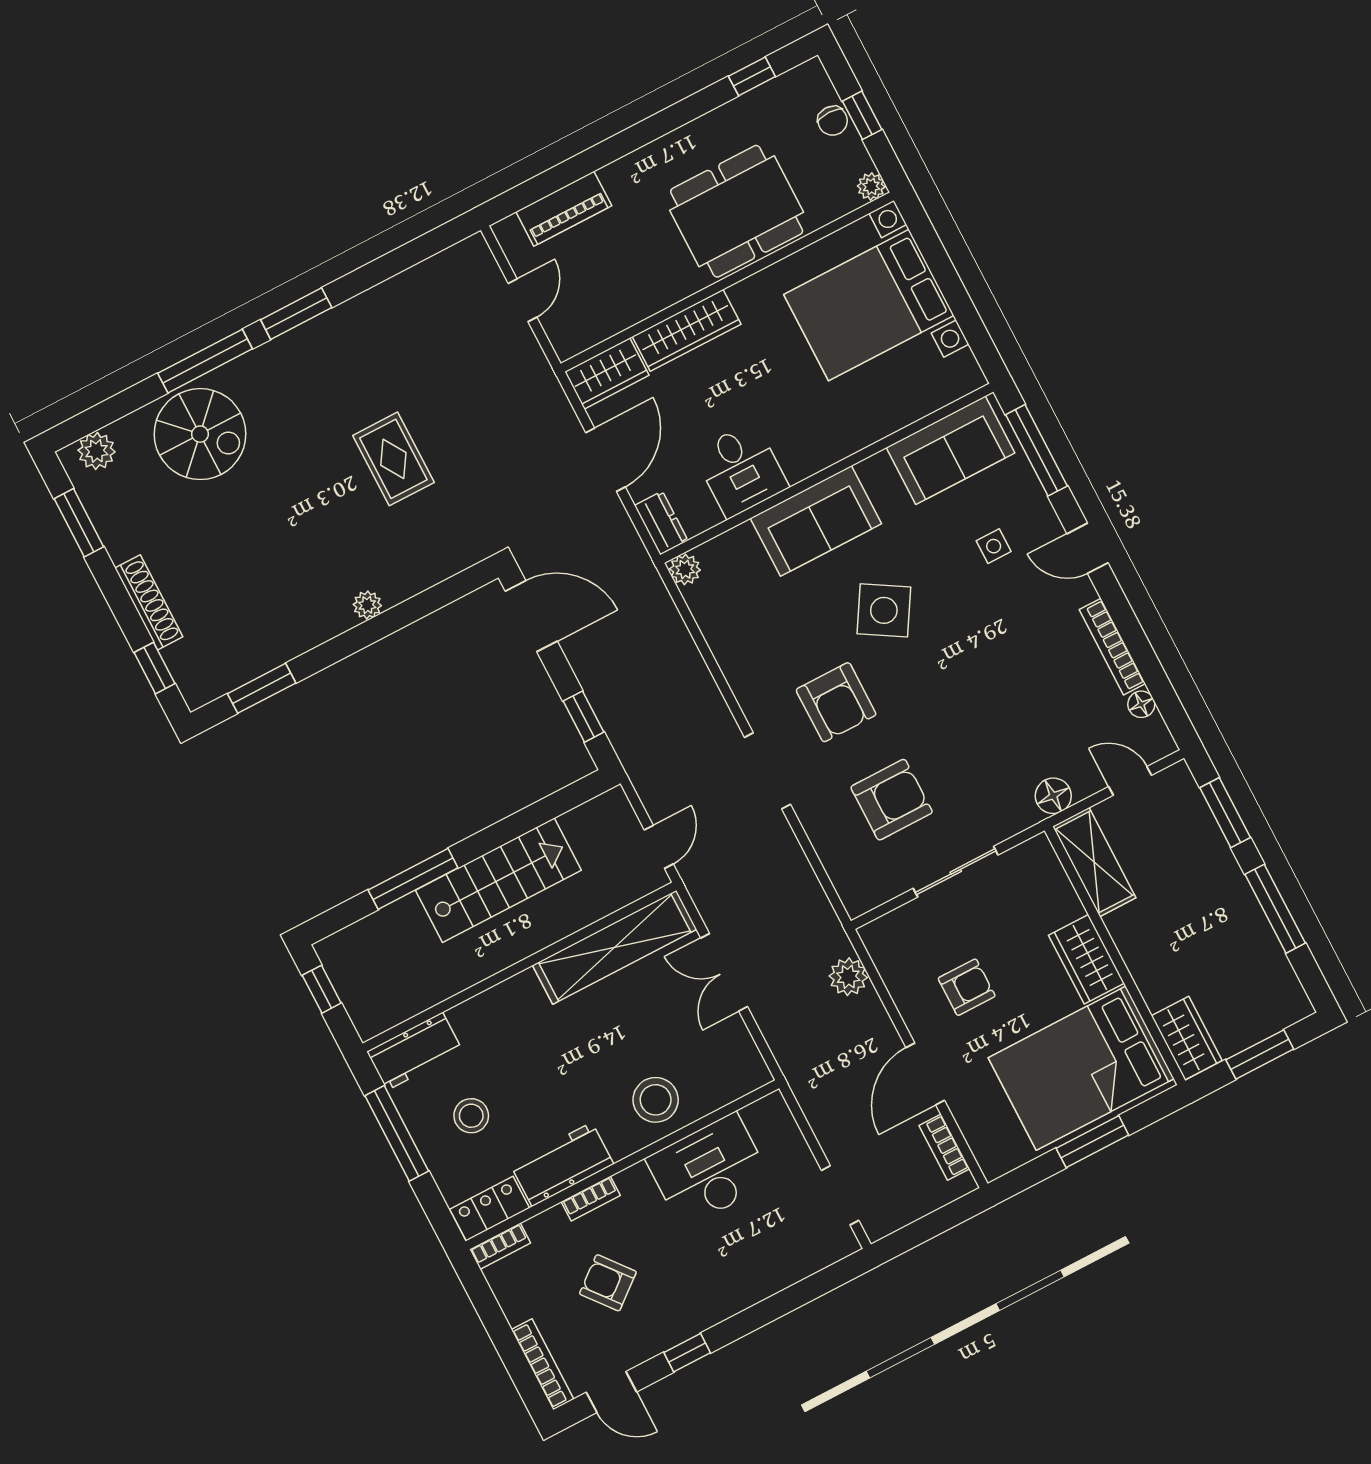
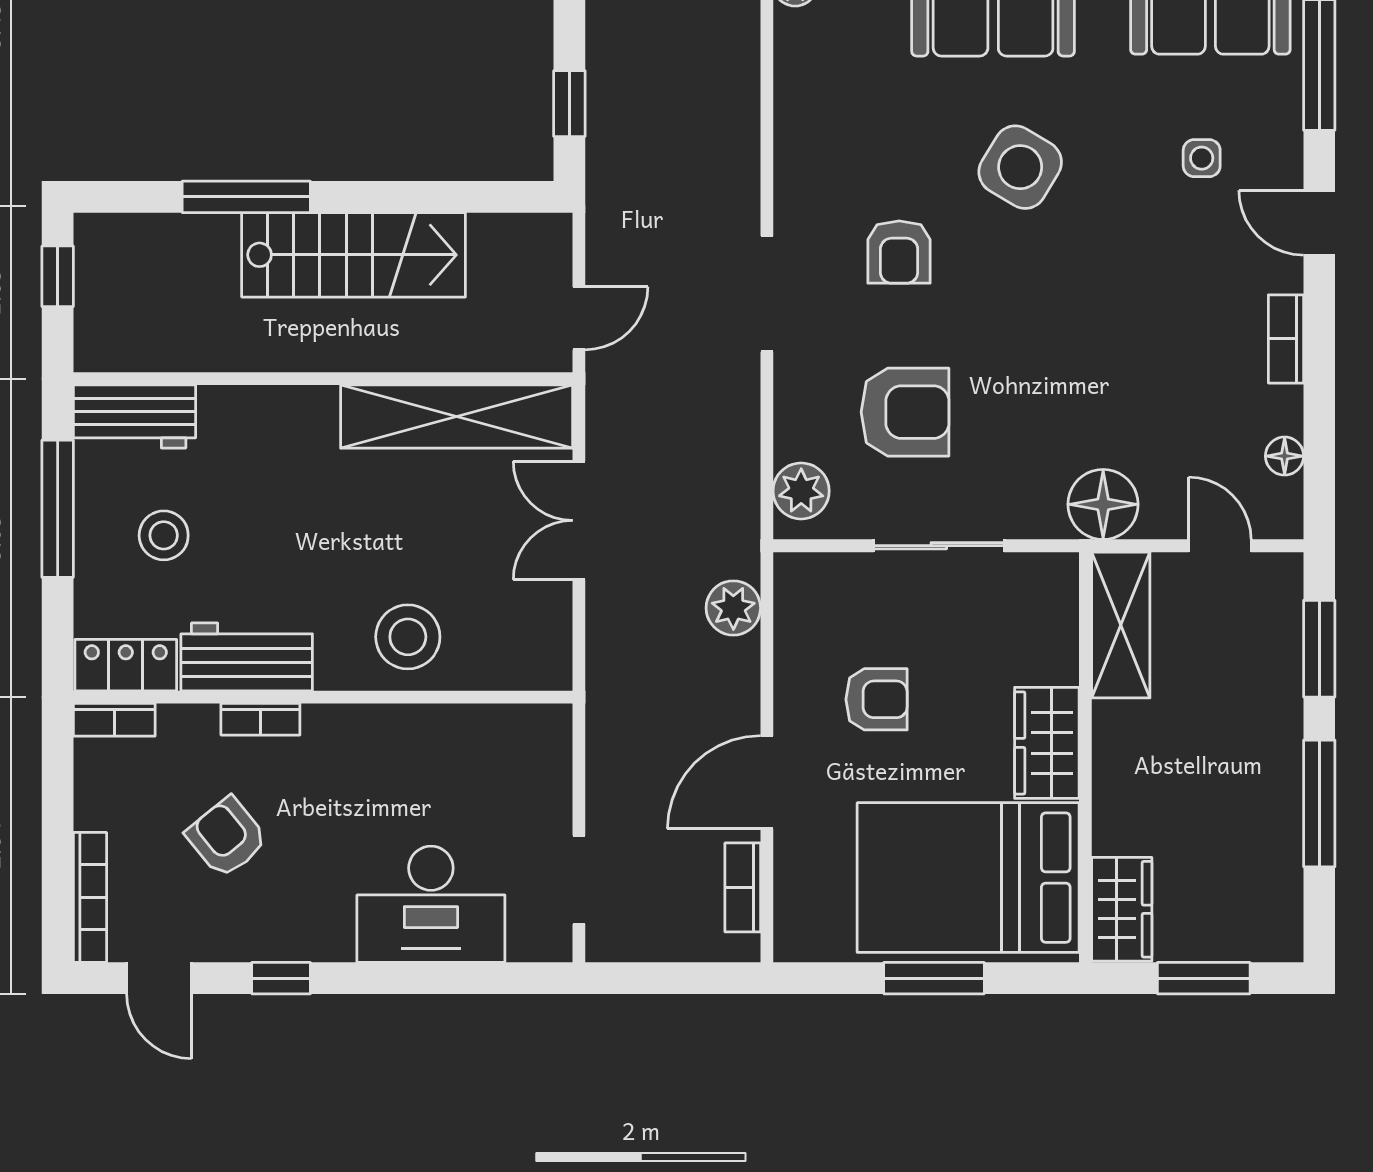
bookcase: (1112, 647) -> (1286, 339), width x0.64
armchair: (836, 702) -> (899, 252), width x0.72, depth x0.72
floor lamp: (1053, 796) -> (1103, 504), width x1.38, depth x1.38
plant: (853, 882) -> (801, 491), added
desk: (709, 1170) -> (431, 904), moved, turned 180

